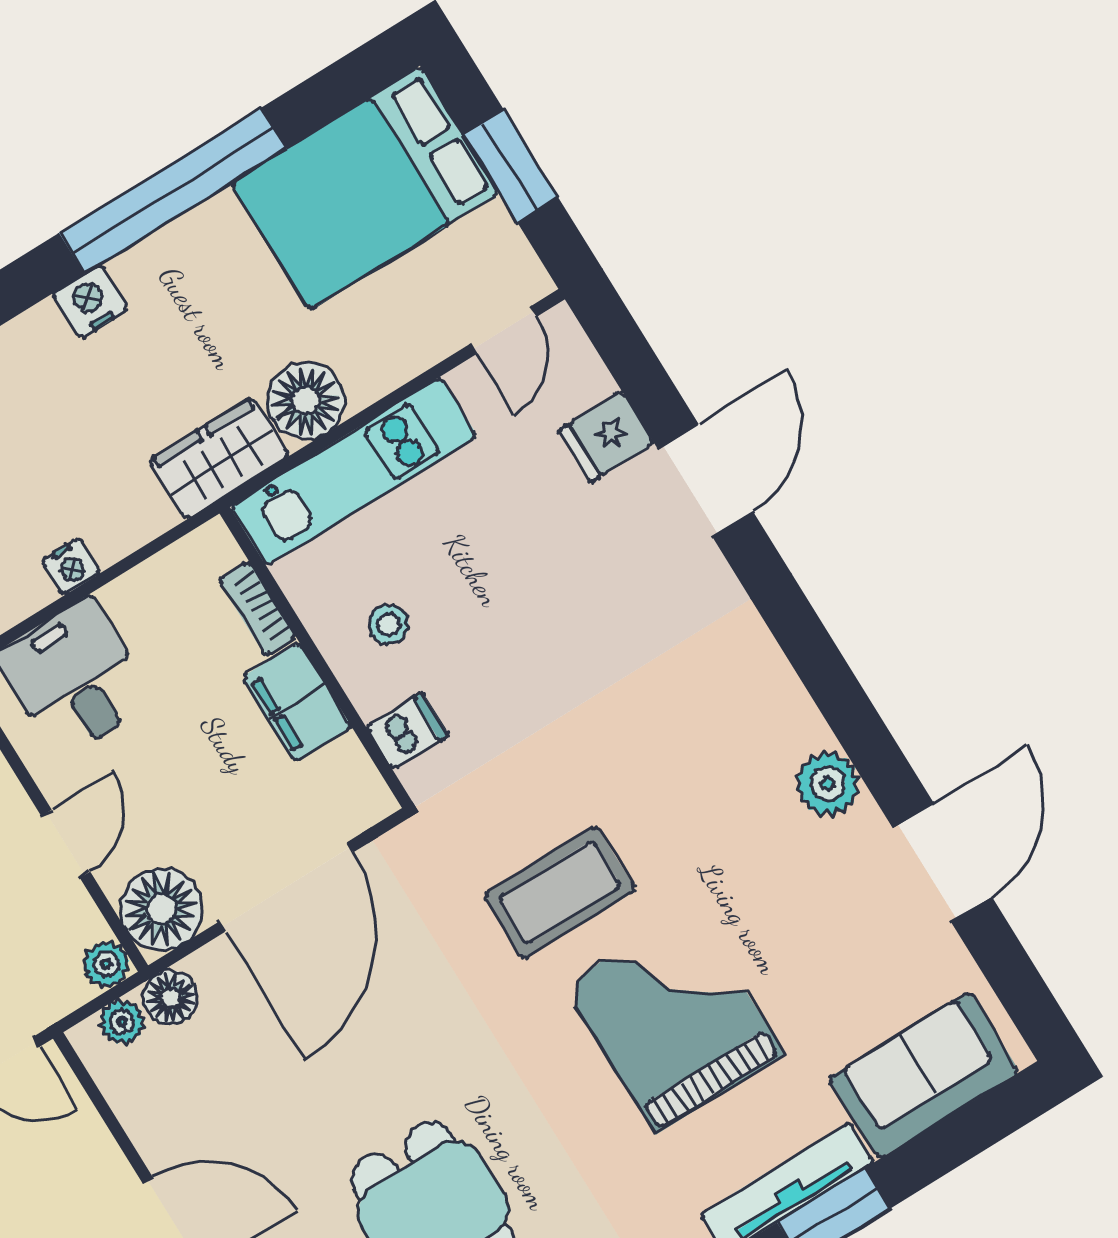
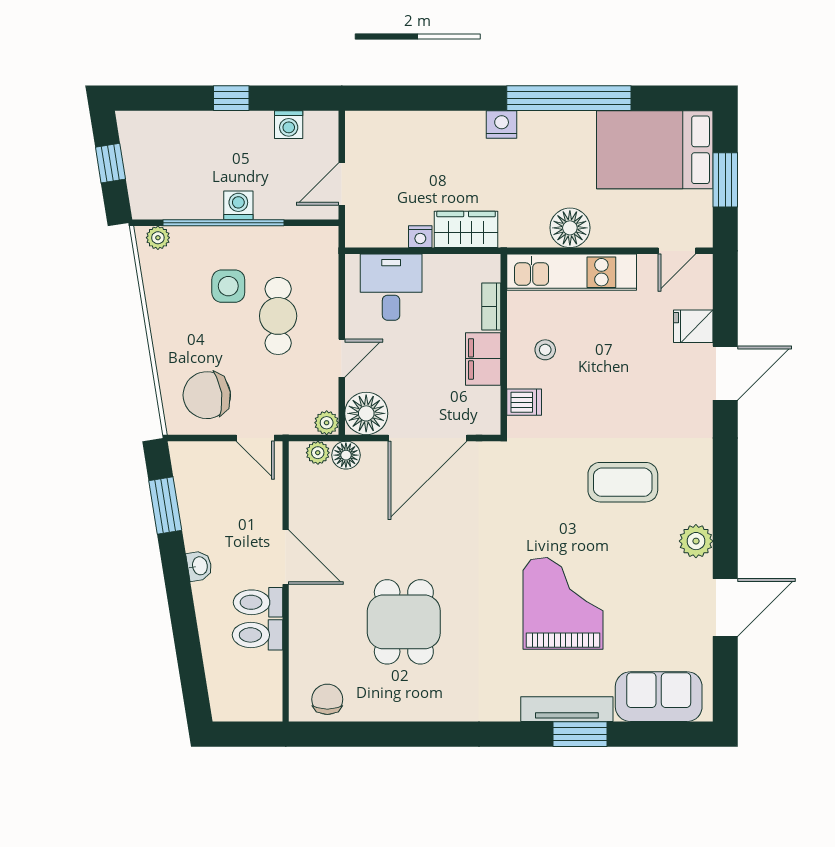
wardrobe: (219, 458) -> (466, 229), moved
coffee table: (559, 893) -> (623, 482), moved

